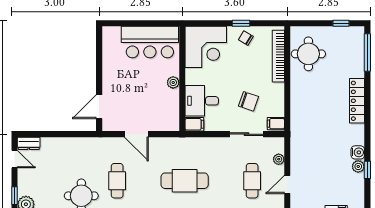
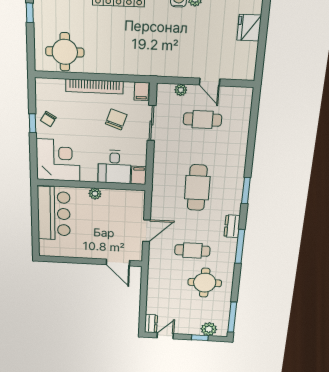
bookcase: (278, 56) -> (94, 86), moved

